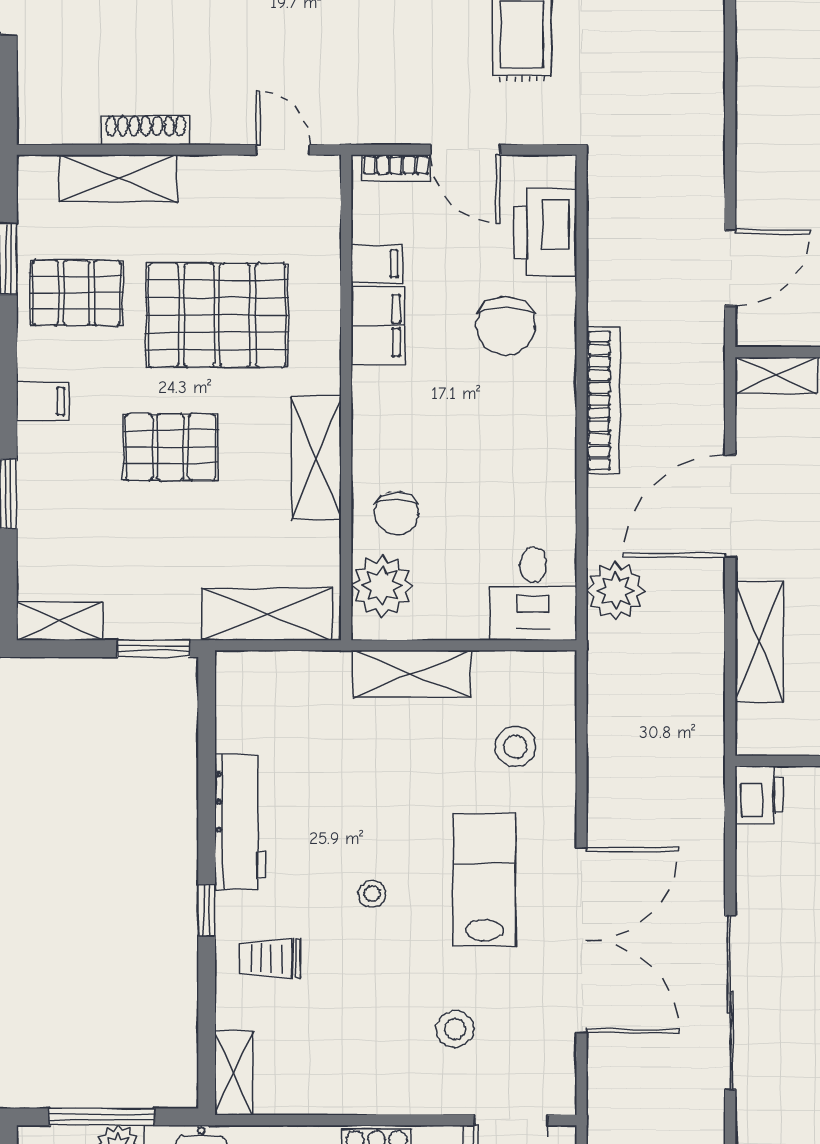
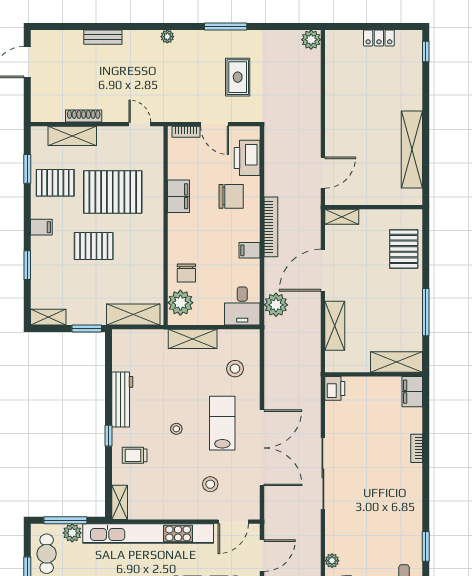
filing cabinet: (376, 264) -> (250, 250), moved, turned 180
chair: (506, 326) -> (231, 196), turned -90
shelving: (316, 458) -> (153, 250), removed

